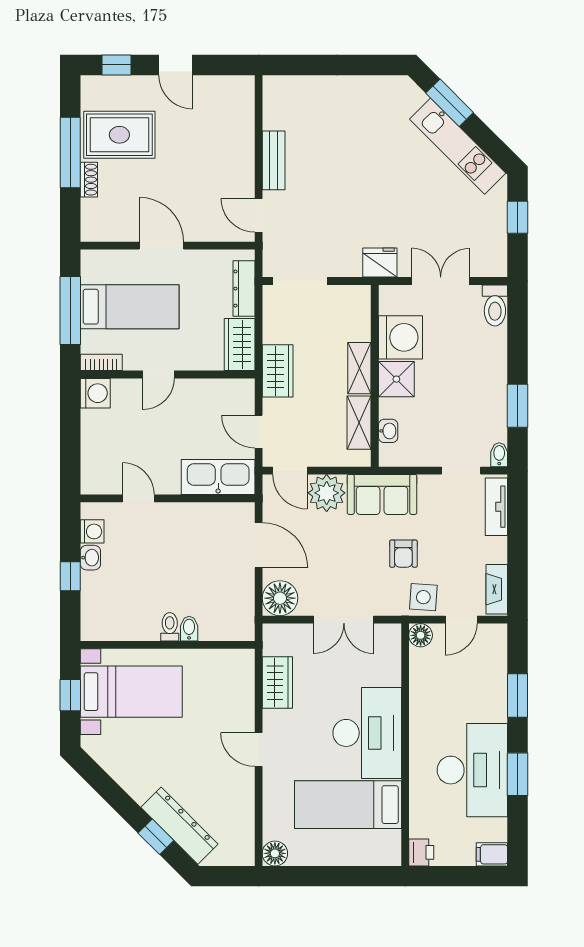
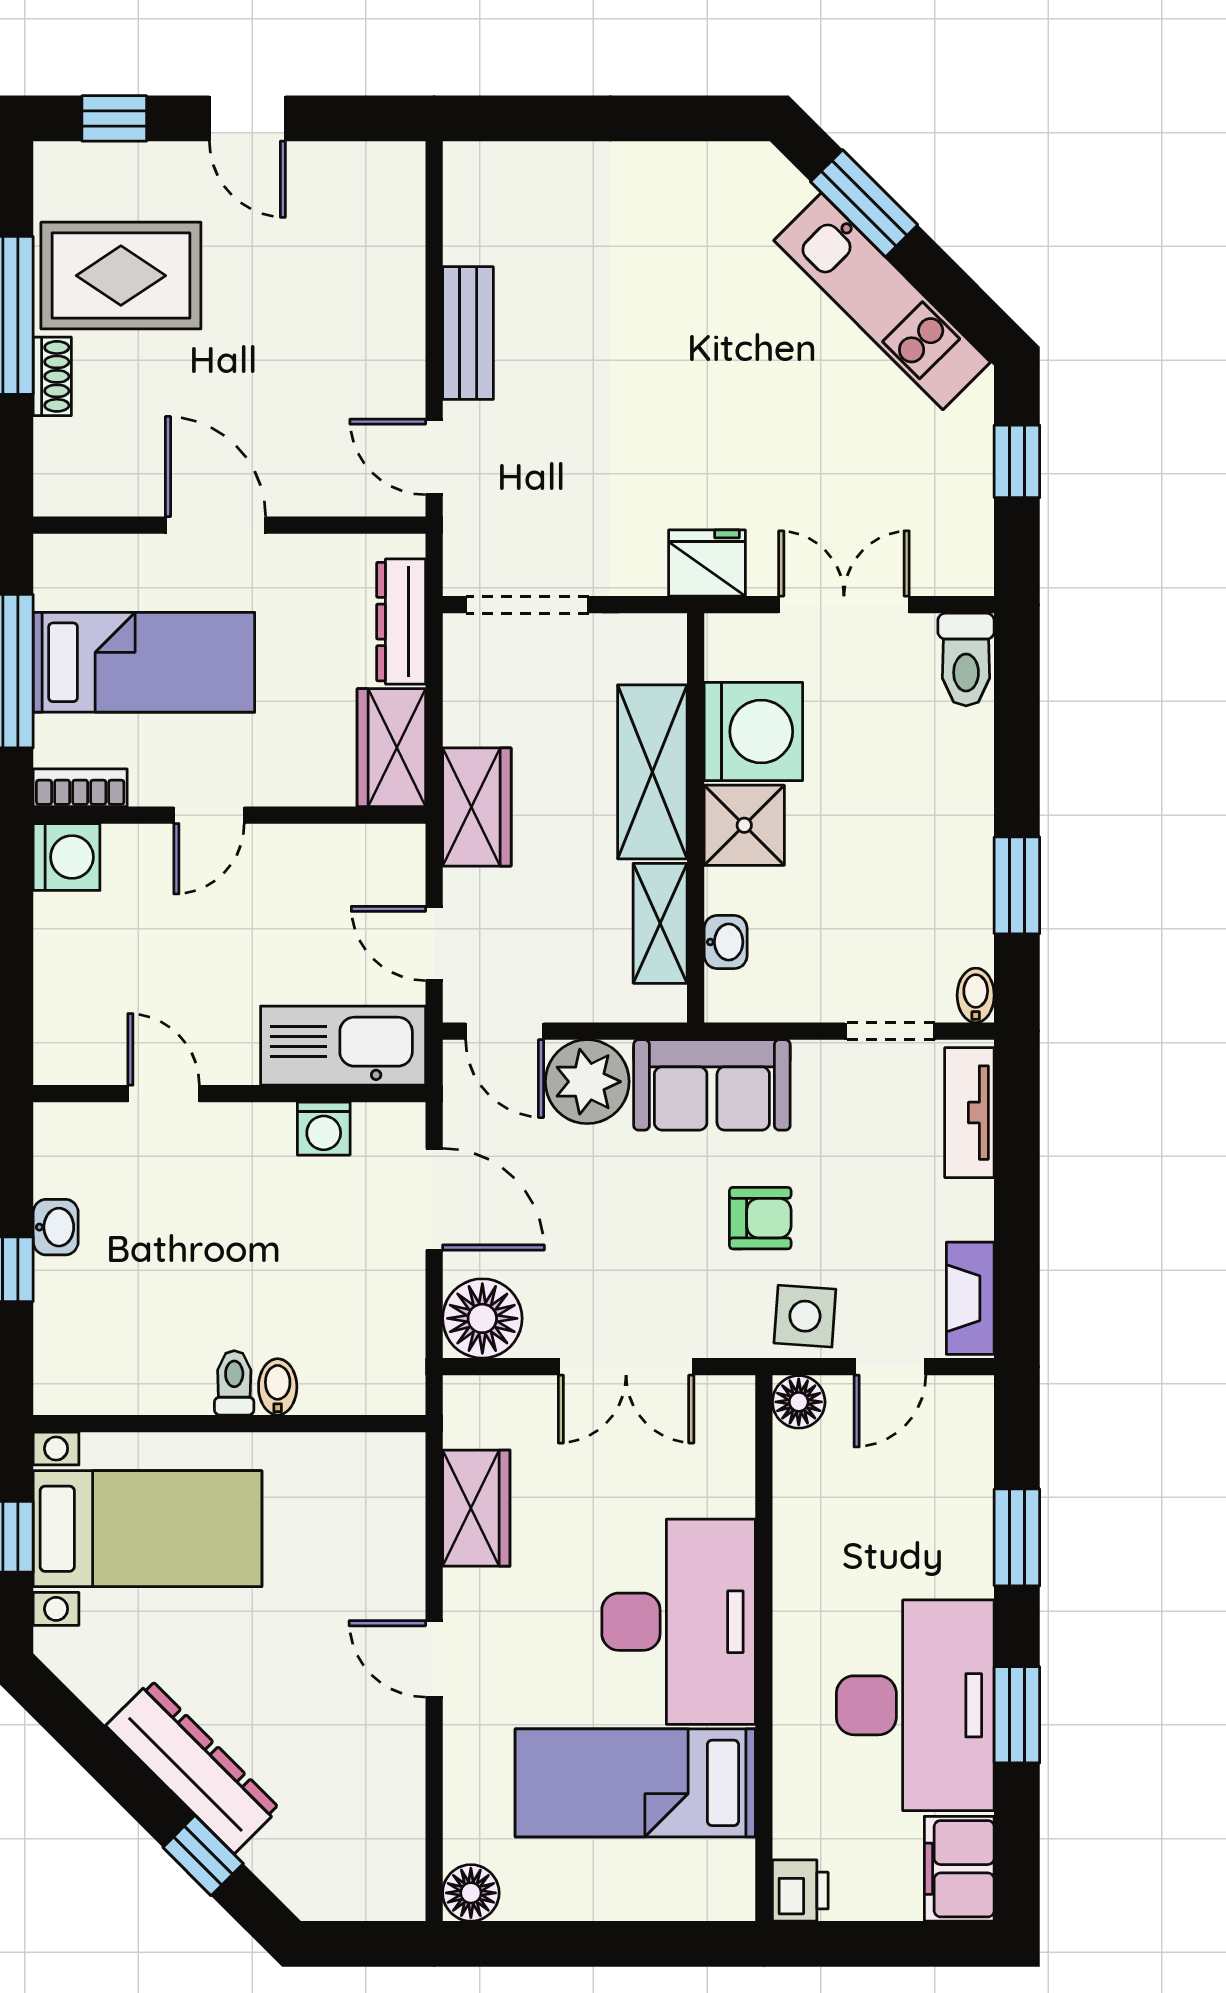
shelving: (359, 368) -> (652, 772), width x1.50, depth x1.33
washing machine: (92, 531) -> (324, 1129), moved, turned 90
armchair: (403, 554) -> (760, 1218), turned -90
dresser: (179, 826) -> (193, 1767), moved
filing cabinet: (492, 854) -> (959, 1869), width x2.00

